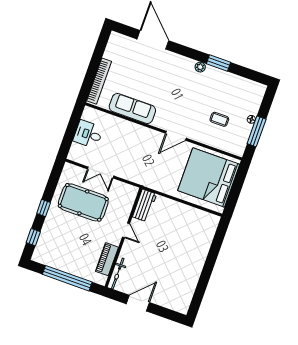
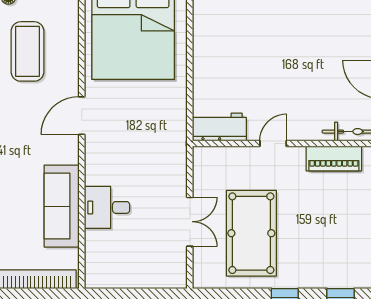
coffee table: (219, 119) -> (28, 51), width x1.86, depth x1.72
desk: (88, 134) -> (107, 207), moved, turned 90
door: (176, 136) -> (82, 116), swing flipped

